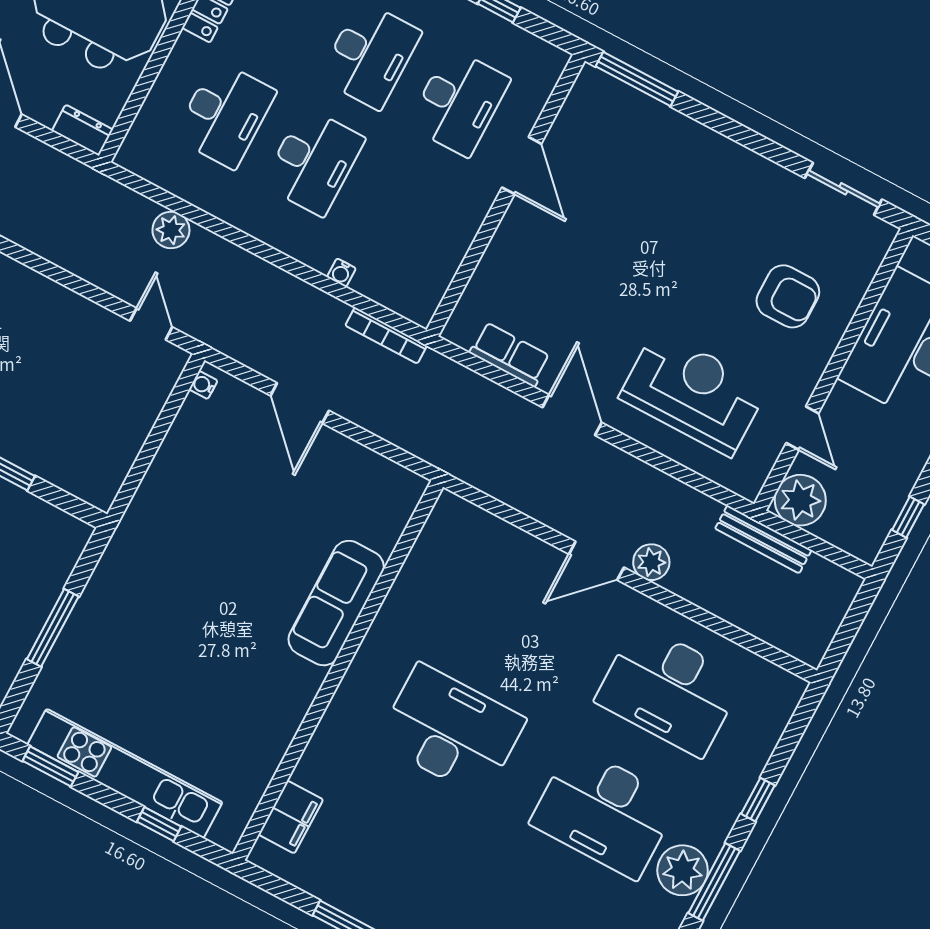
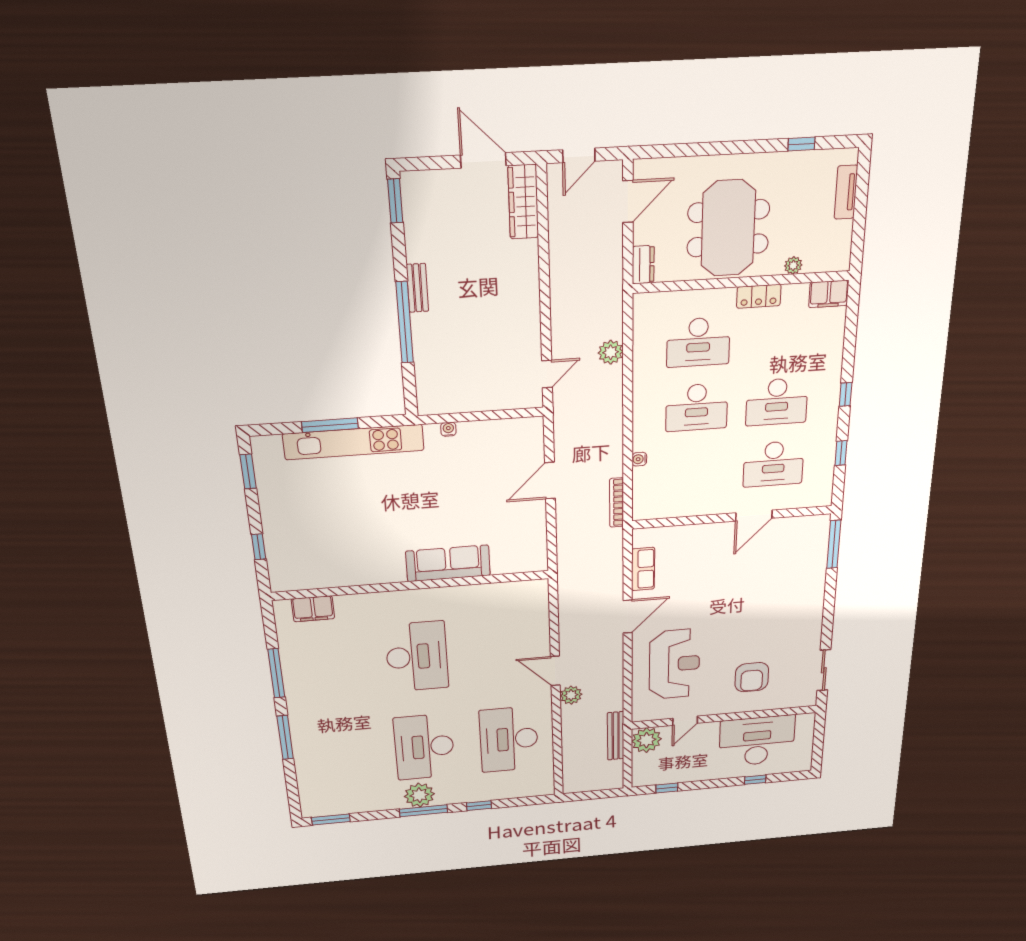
water cooler: (203, 385) -> (448, 429), moved
kitchen unit: (125, 773) -> (354, 442), moved, turned 90

